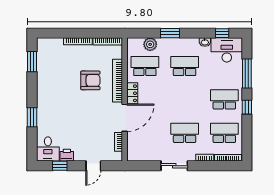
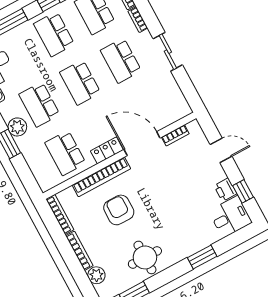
plant: (57, 44) -> (96, 275), added
plant: (150, 44) -> (17, 127), moved
round table: (51, 81) -> (145, 257), added
school desk: (185, 99) -> (80, 83), added

